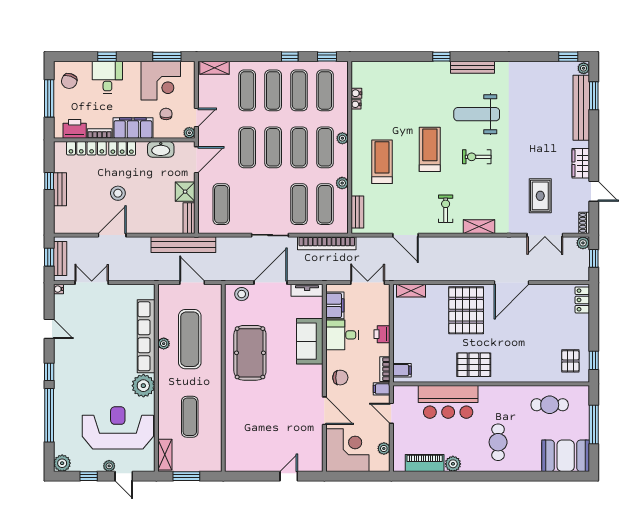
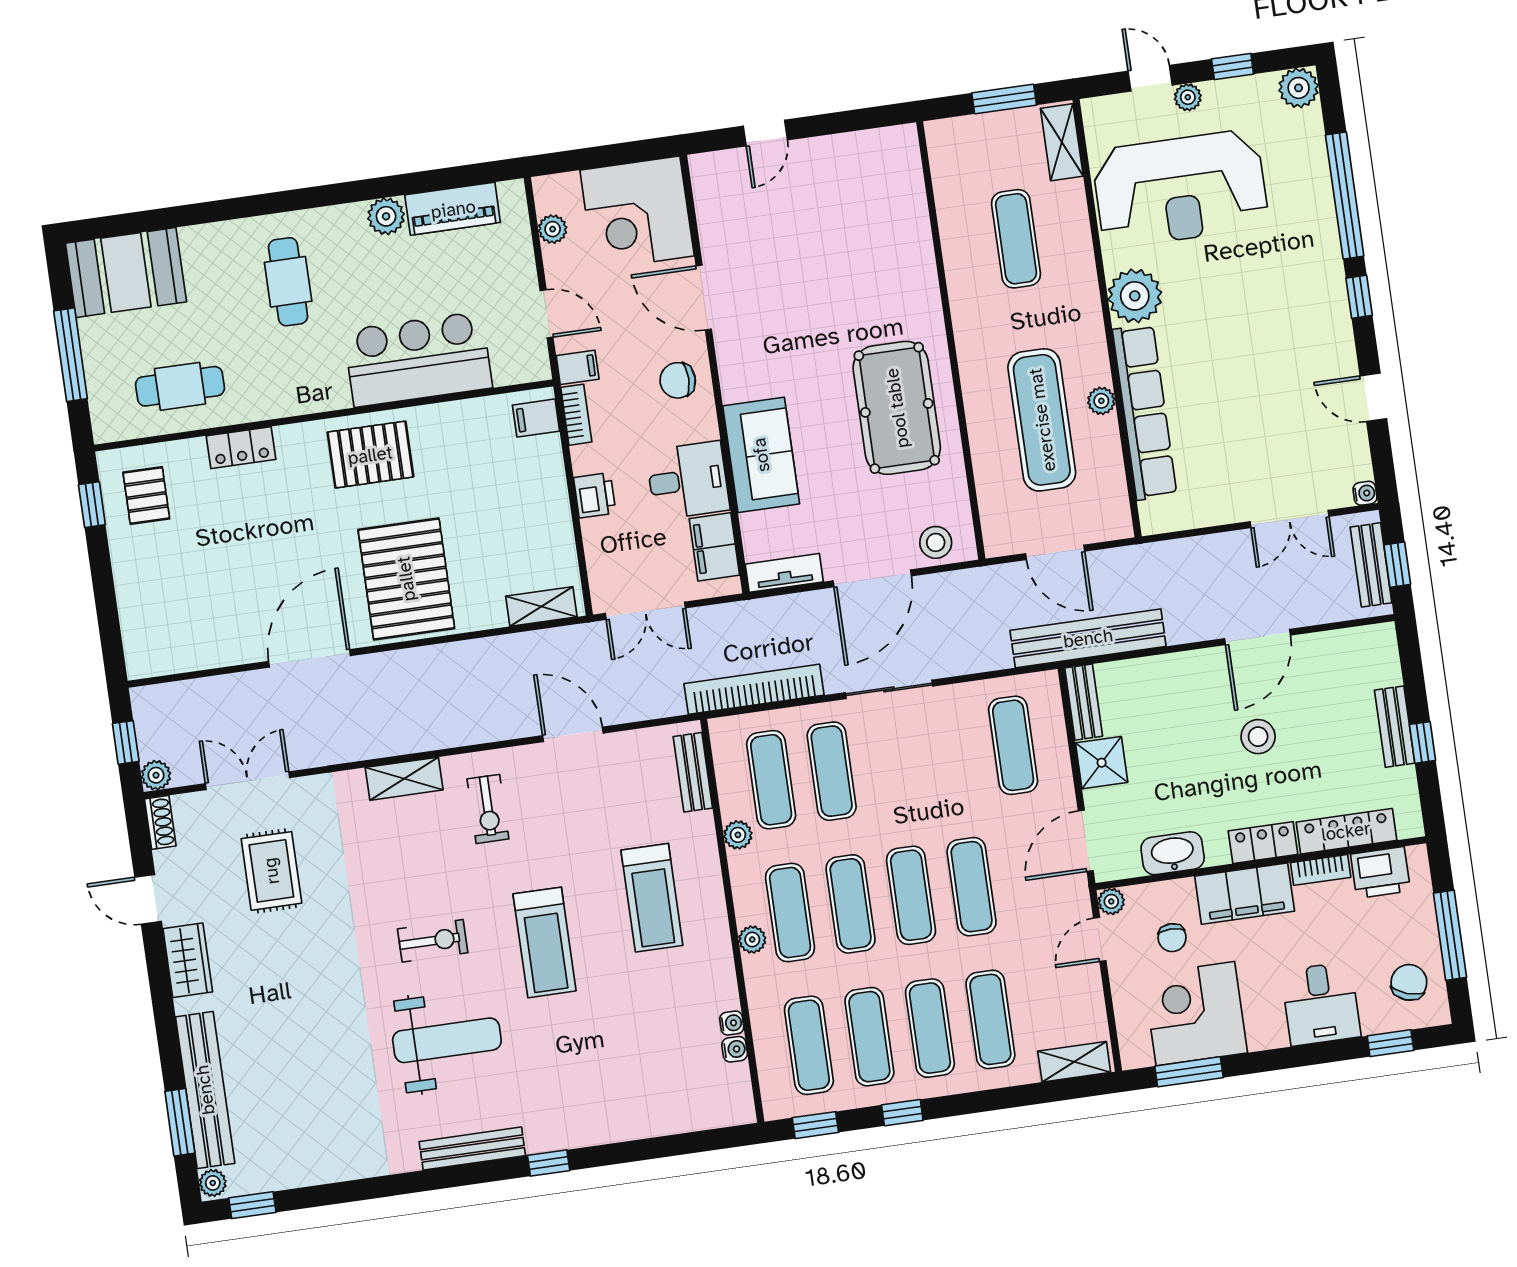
window: (107, 57) -> (1390, 1043), moved
locker: (582, 300) -> (241, 448), moved, turned 90

